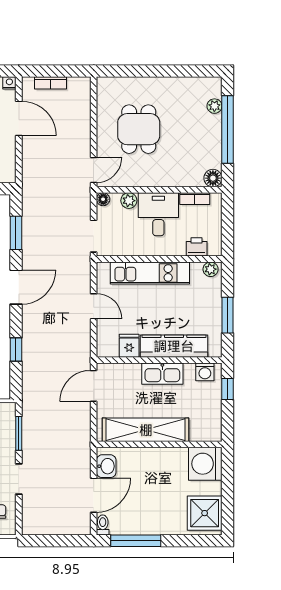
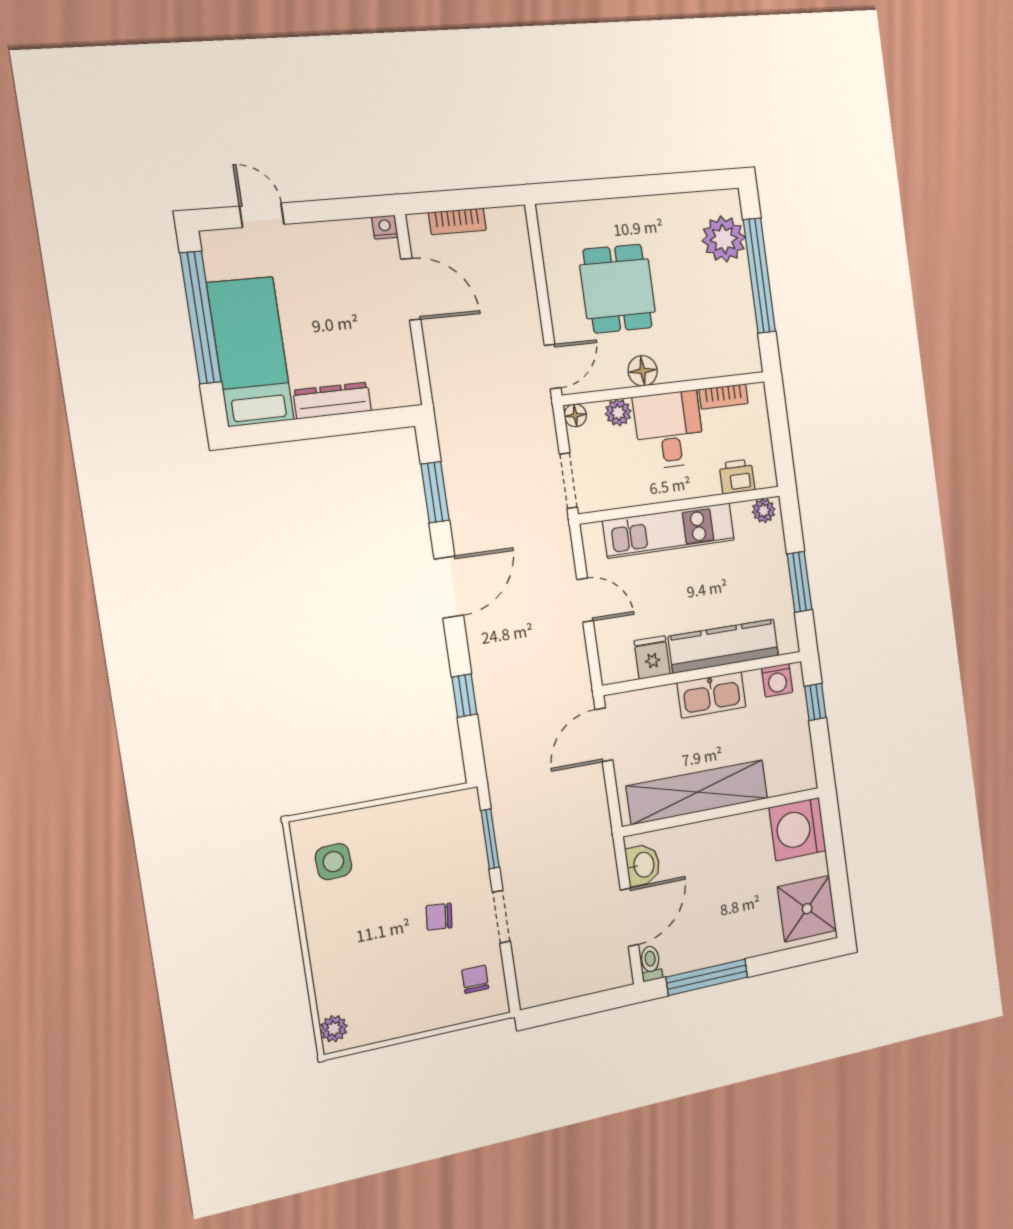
plant: (214, 106) -> (724, 239), width x1.87, depth x1.87
floor lamp: (213, 178) -> (643, 371), moved

